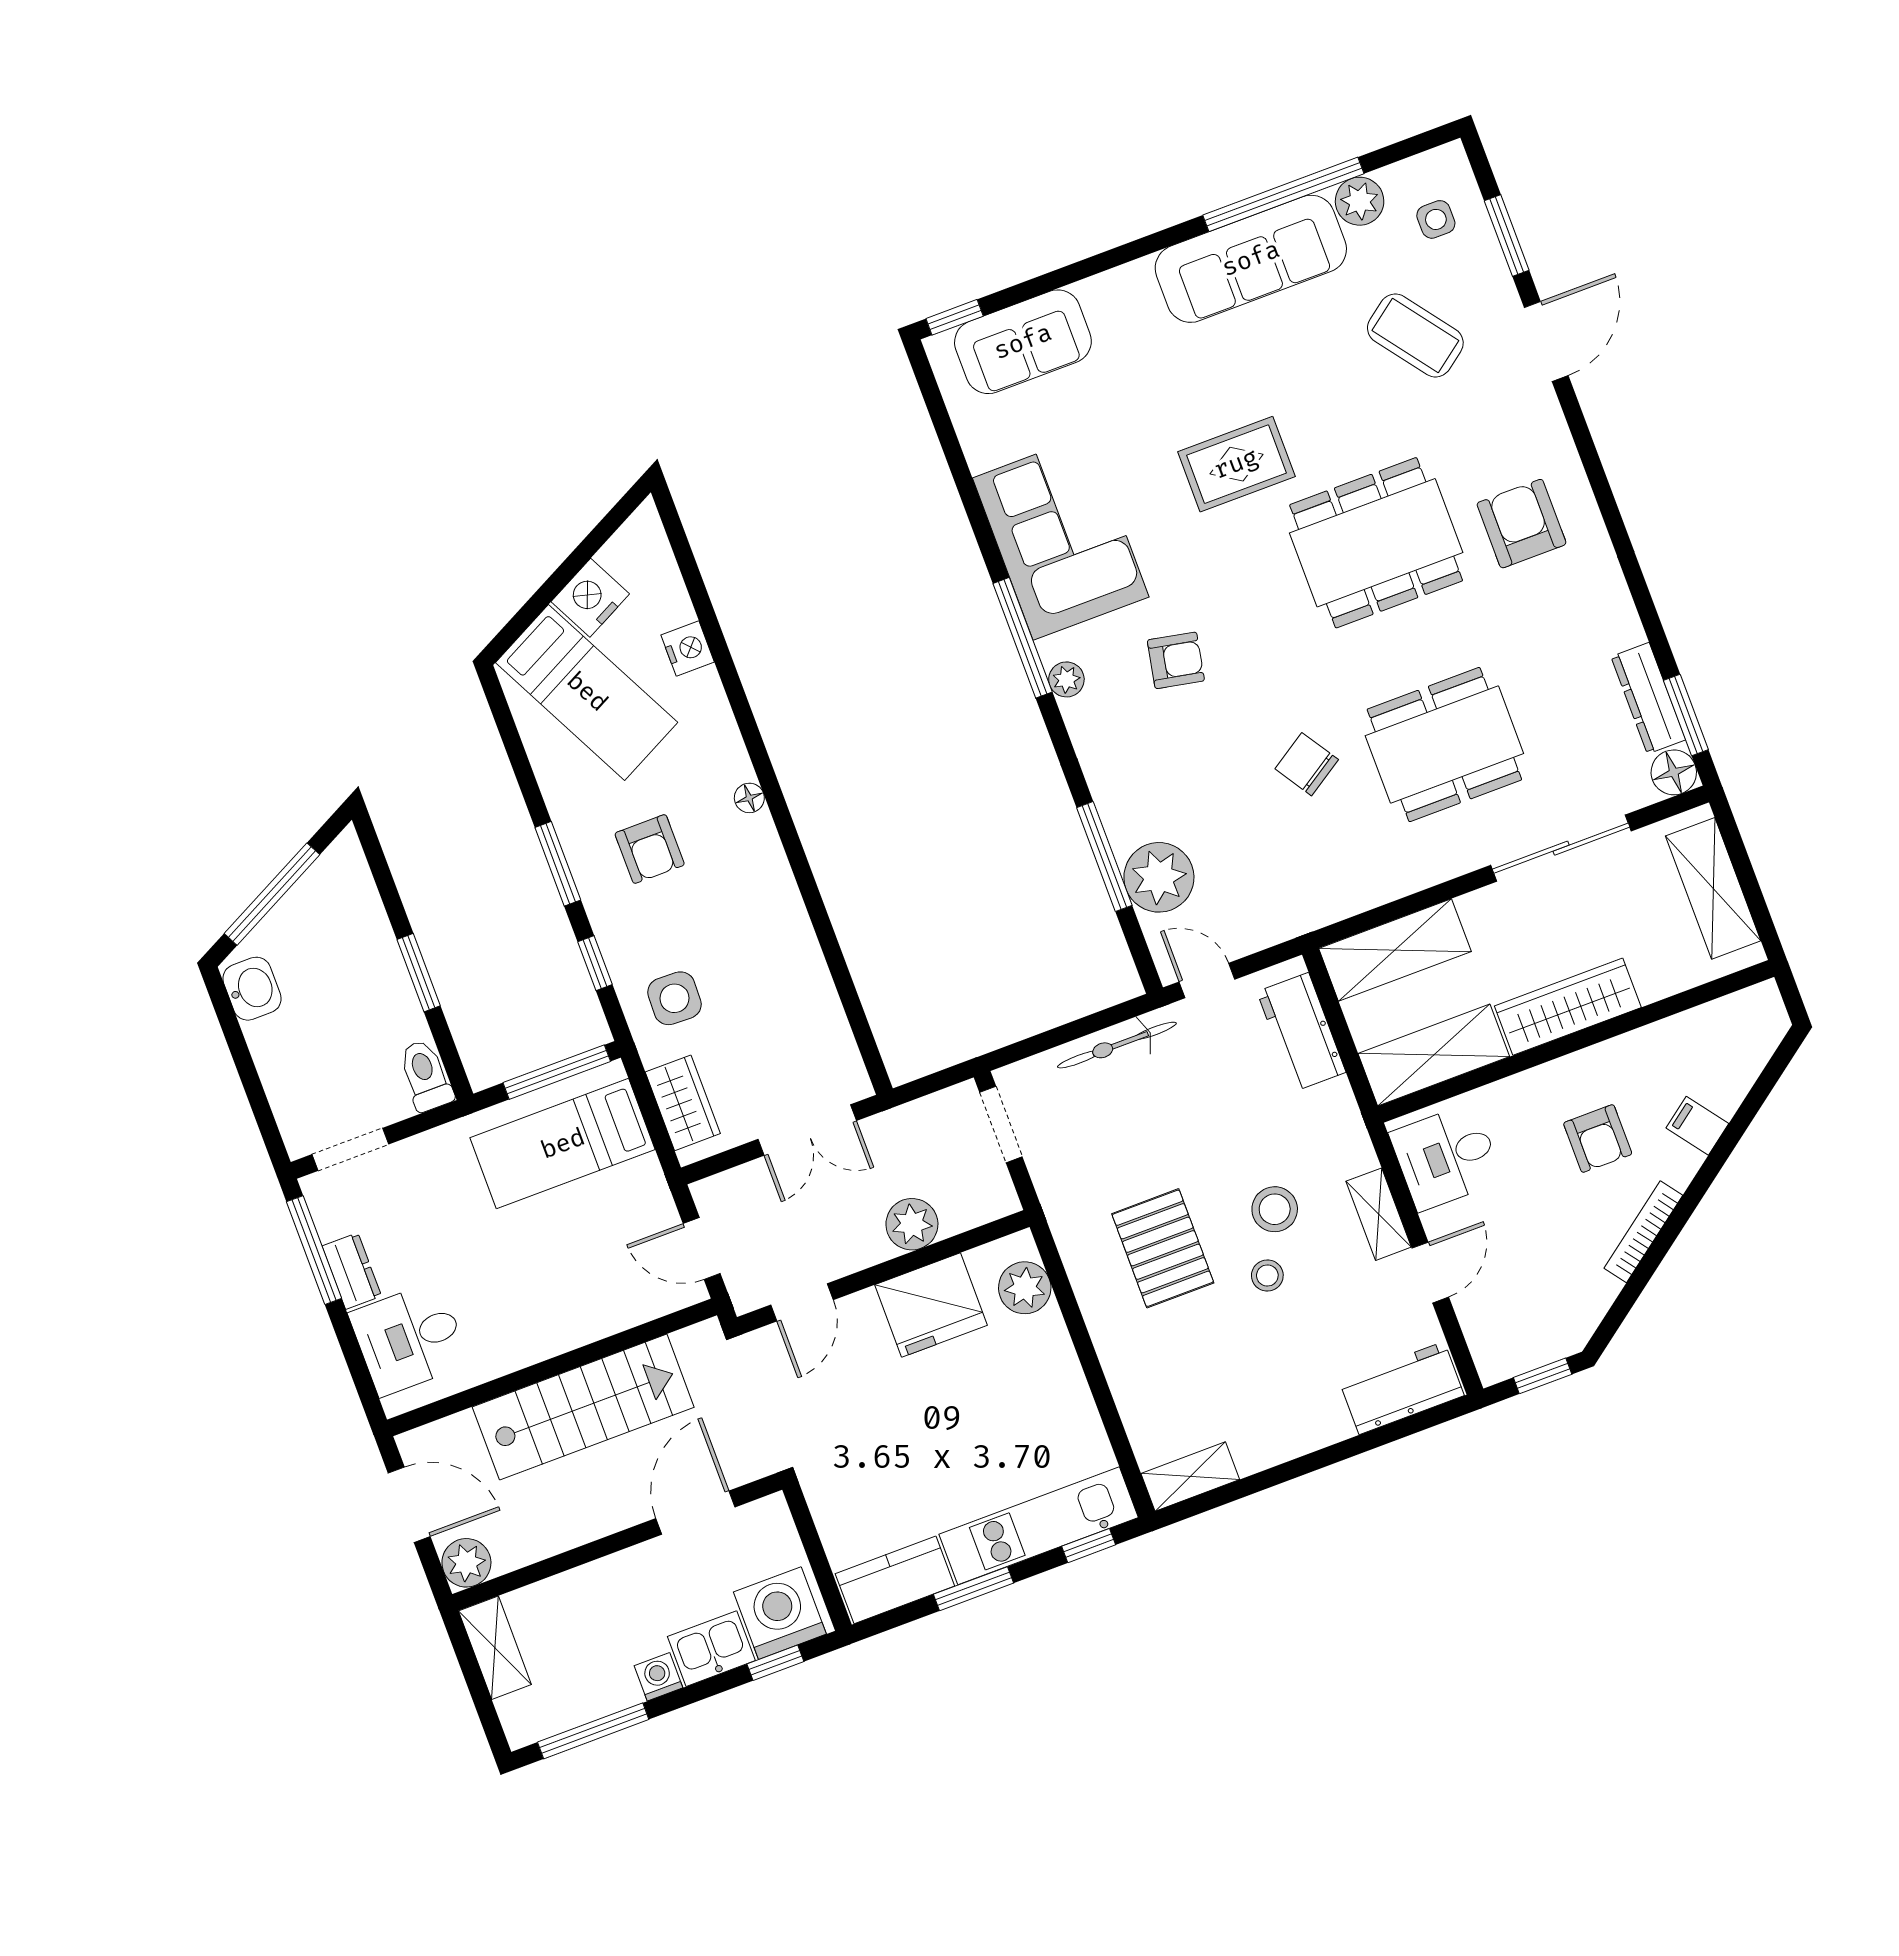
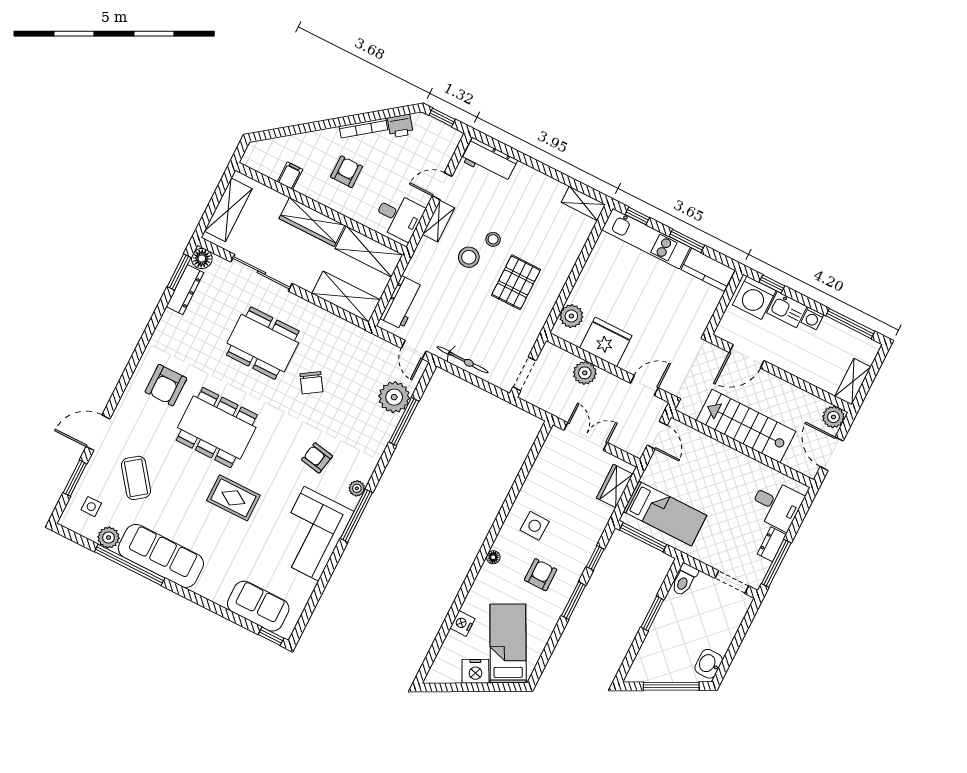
side table: (675, 998) -> (535, 526), moved
filing cabinet: (1697, 1126) -> (290, 176), moved, turned -143
printer: (1591, 1295) -> (400, 126), added

